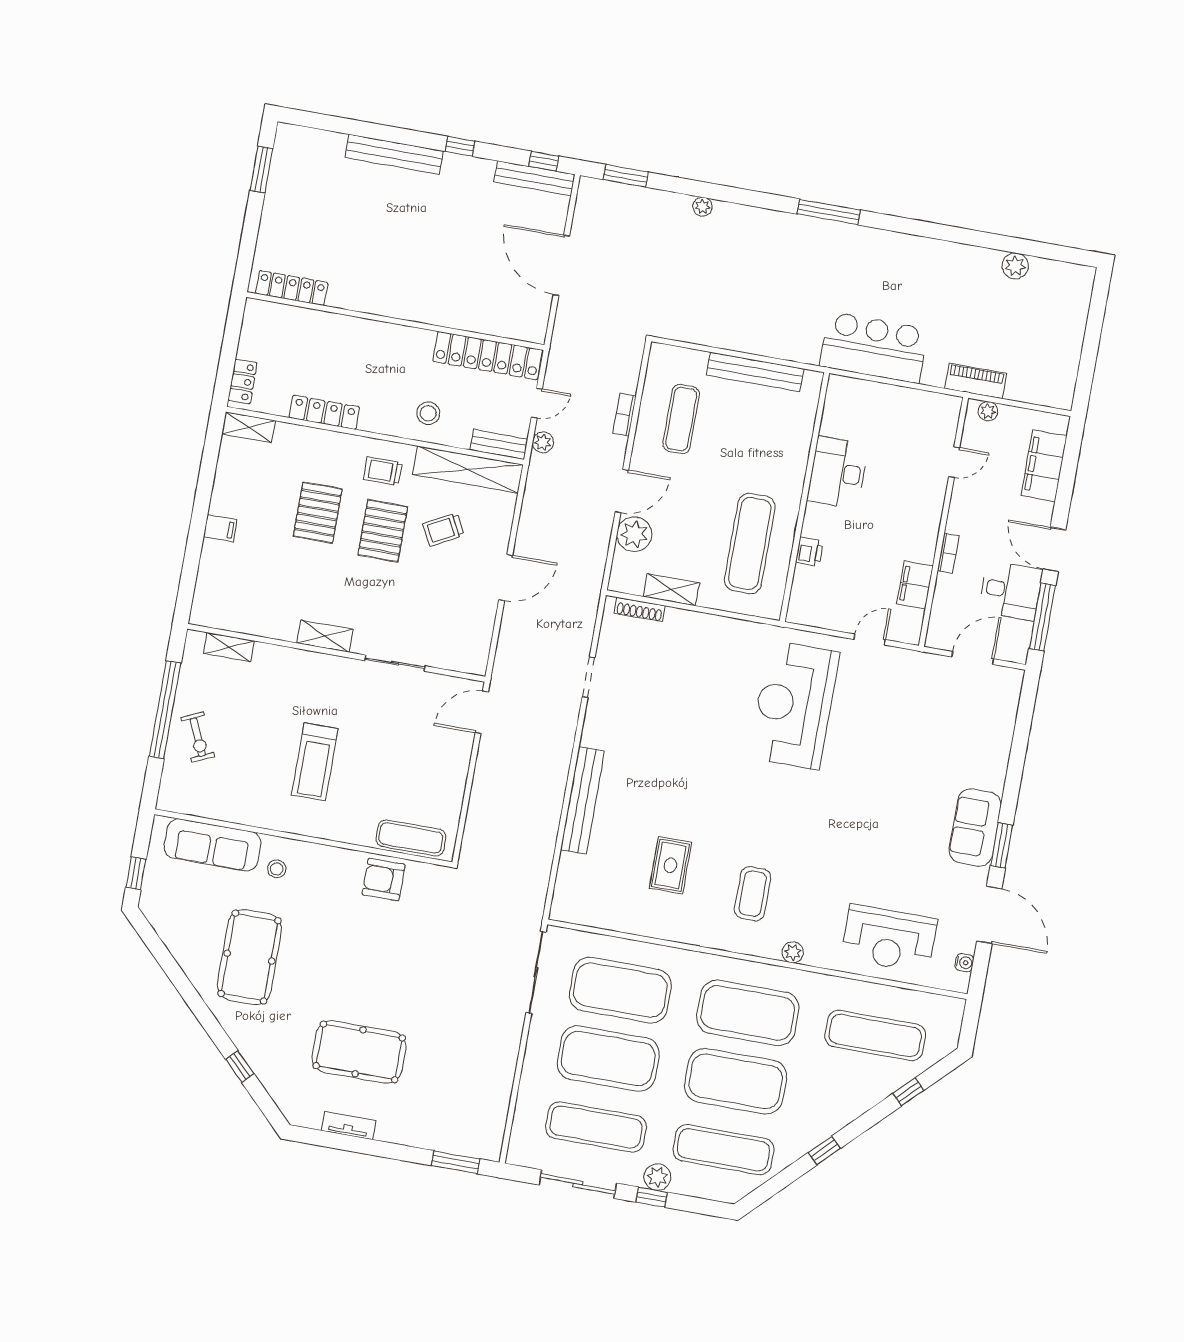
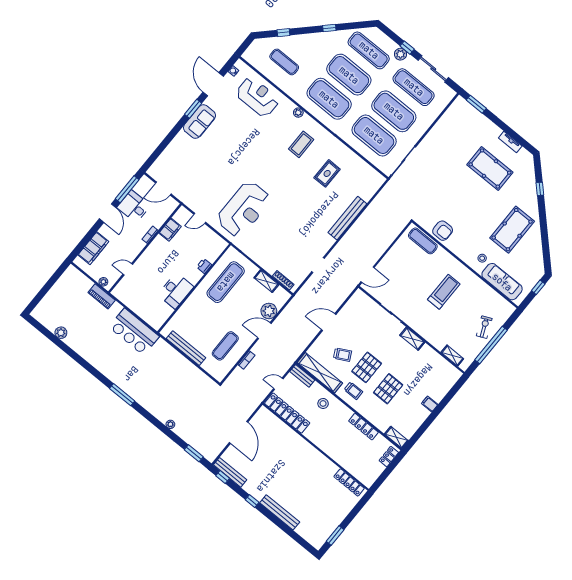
plant: (543, 442) -> (284, 367), removed
exercise mat: (875, 1035) -> (284, 62), width x0.73, depth x0.69

